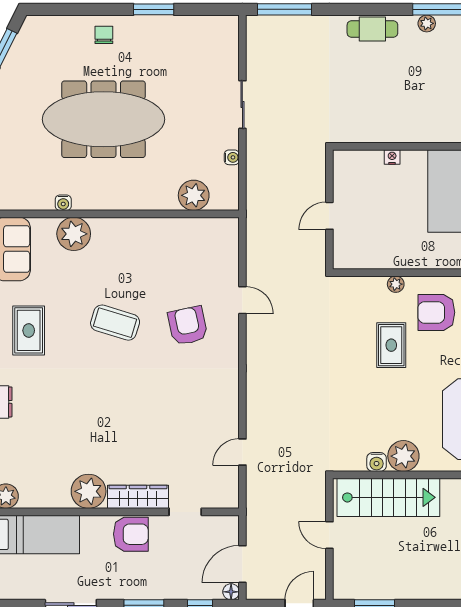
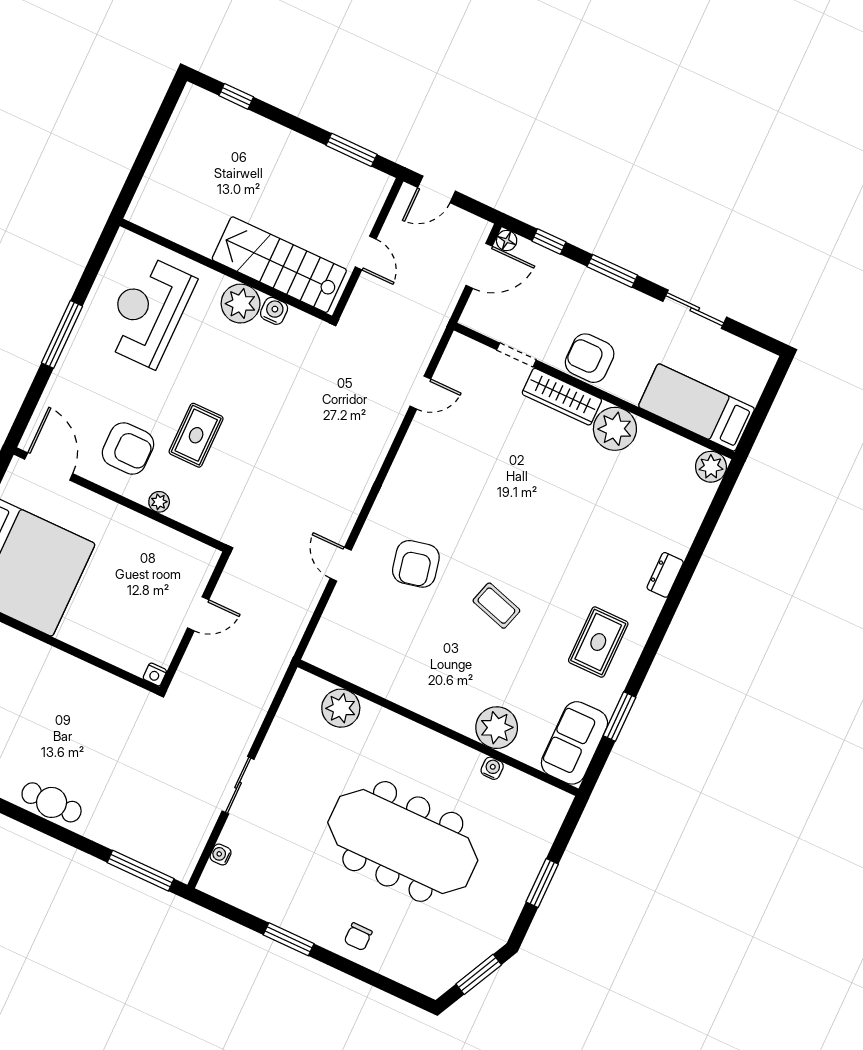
water cooler: (232, 157) -> (221, 855), moved
nightstand: (392, 157) -> (155, 674), moved
coffee table: (115, 323) -> (496, 606), width x0.73, depth x0.77

